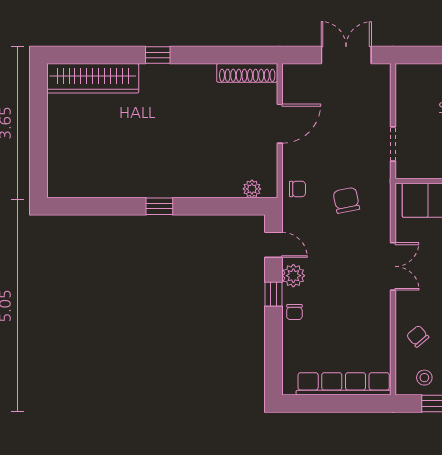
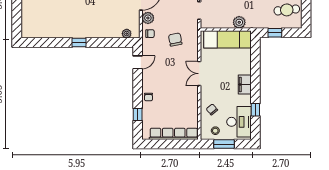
door: (273, 245) -> (138, 62), hinge flipped
double door: (393, 266) -> (199, 74), swing flipped
plant: (293, 276) -> (148, 18), moved
window: (273, 294) -> (138, 115), moved

